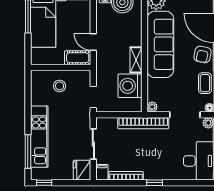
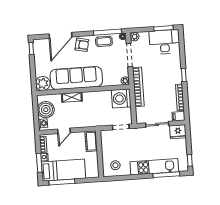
door: (93, 42) -> (64, 131), moved
shelving: (136, 60) -> (72, 97), moved
stool: (60, 86) -> (115, 165), moved
washing machine: (130, 86) -> (121, 98), moved, turned 90

